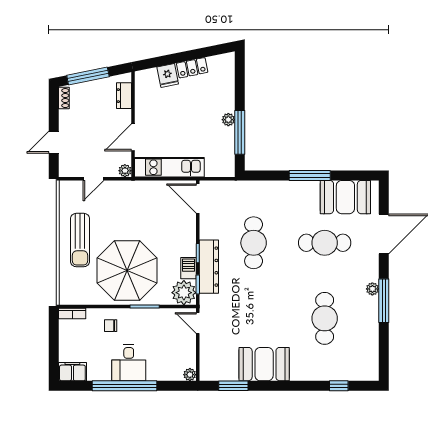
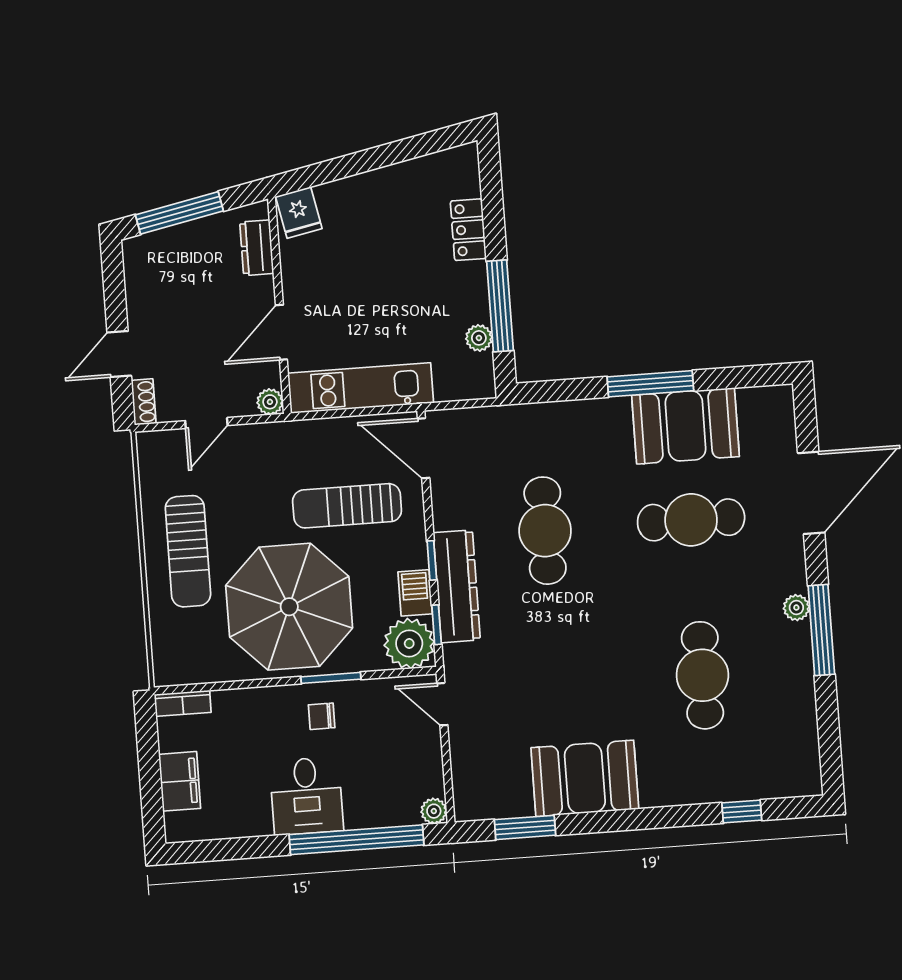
locker: (192, 68) -> (468, 230), moved, turned 101
fridge: (168, 76) -> (299, 212), moved
shoe rack: (64, 98) -> (144, 402), moved
plant: (228, 120) -> (479, 338), moved
booth: (345, 197) -> (685, 426), moved
sun lounger: (159, 224) -> (347, 506), added
chair: (111, 326) -> (322, 716), moved
filing cabinet: (72, 372) -> (180, 781), moved, turned 90
window: (124, 386) -> (356, 840), moved

